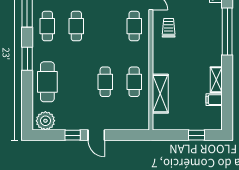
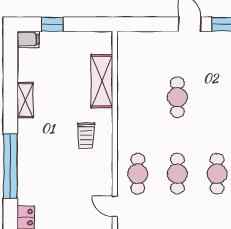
trolley: (169, 28) -> (86, 136), moved
cafe table: (134, 82) -> (177, 174), moved
filing cabinet: (214, 100) -> (28, 39), moved

